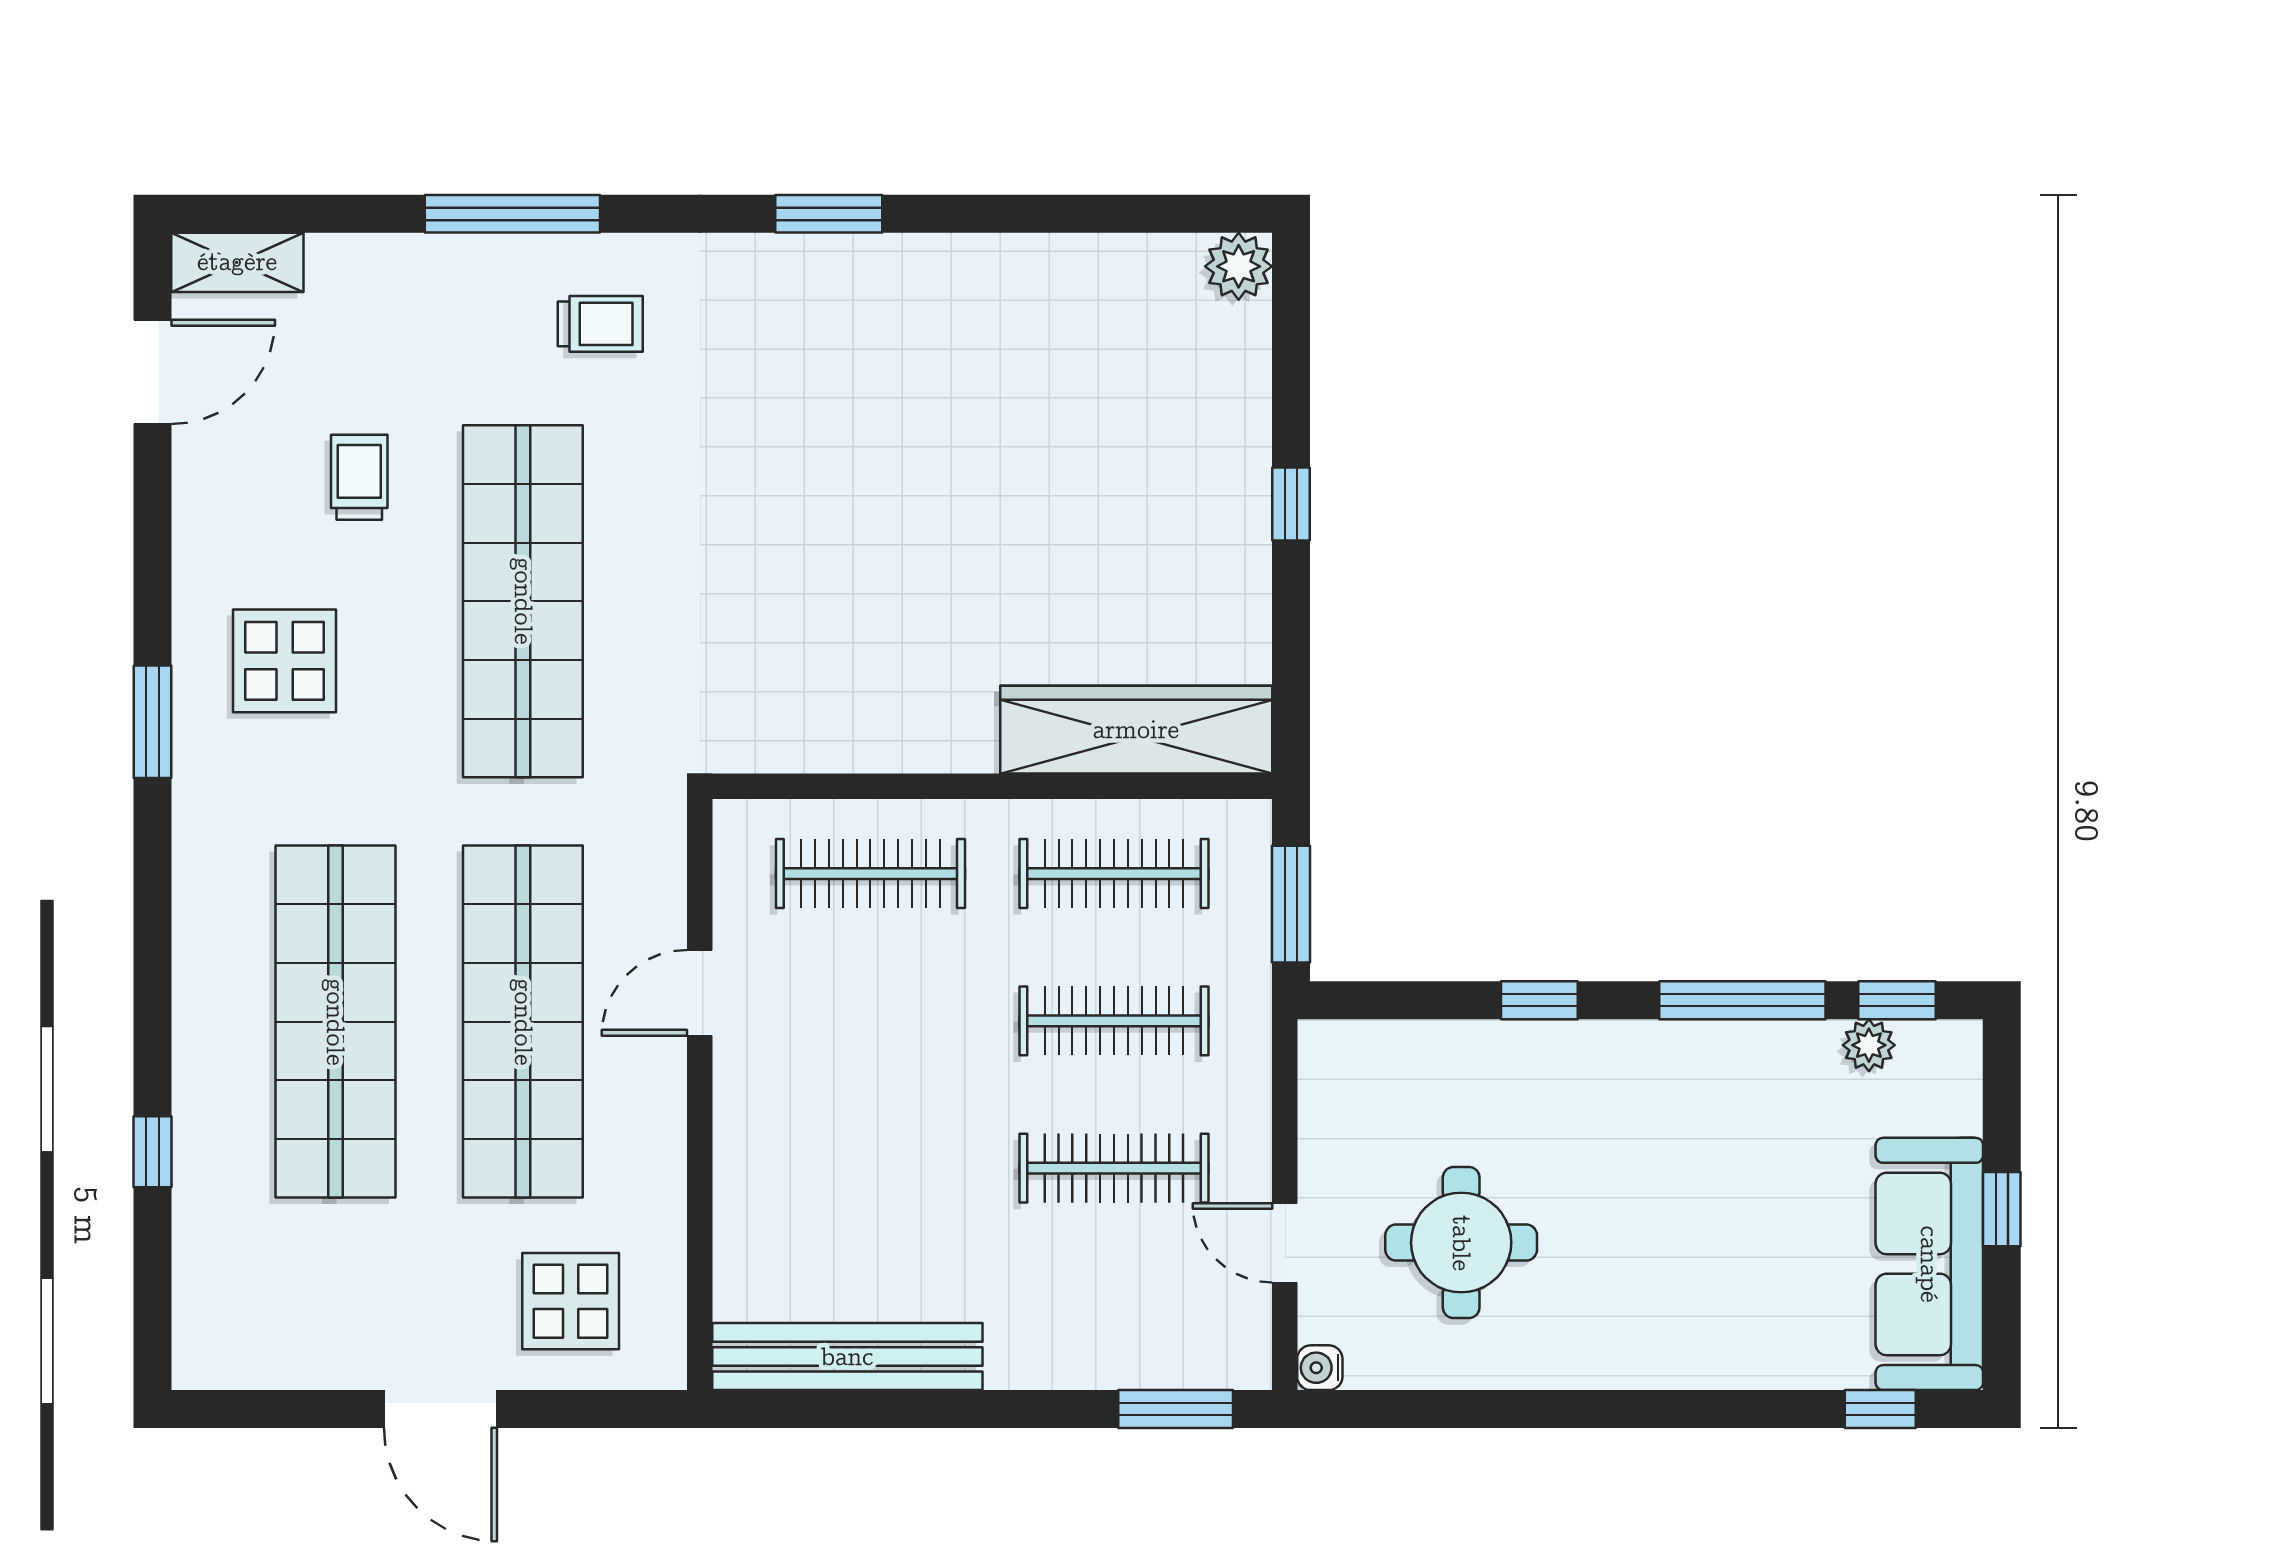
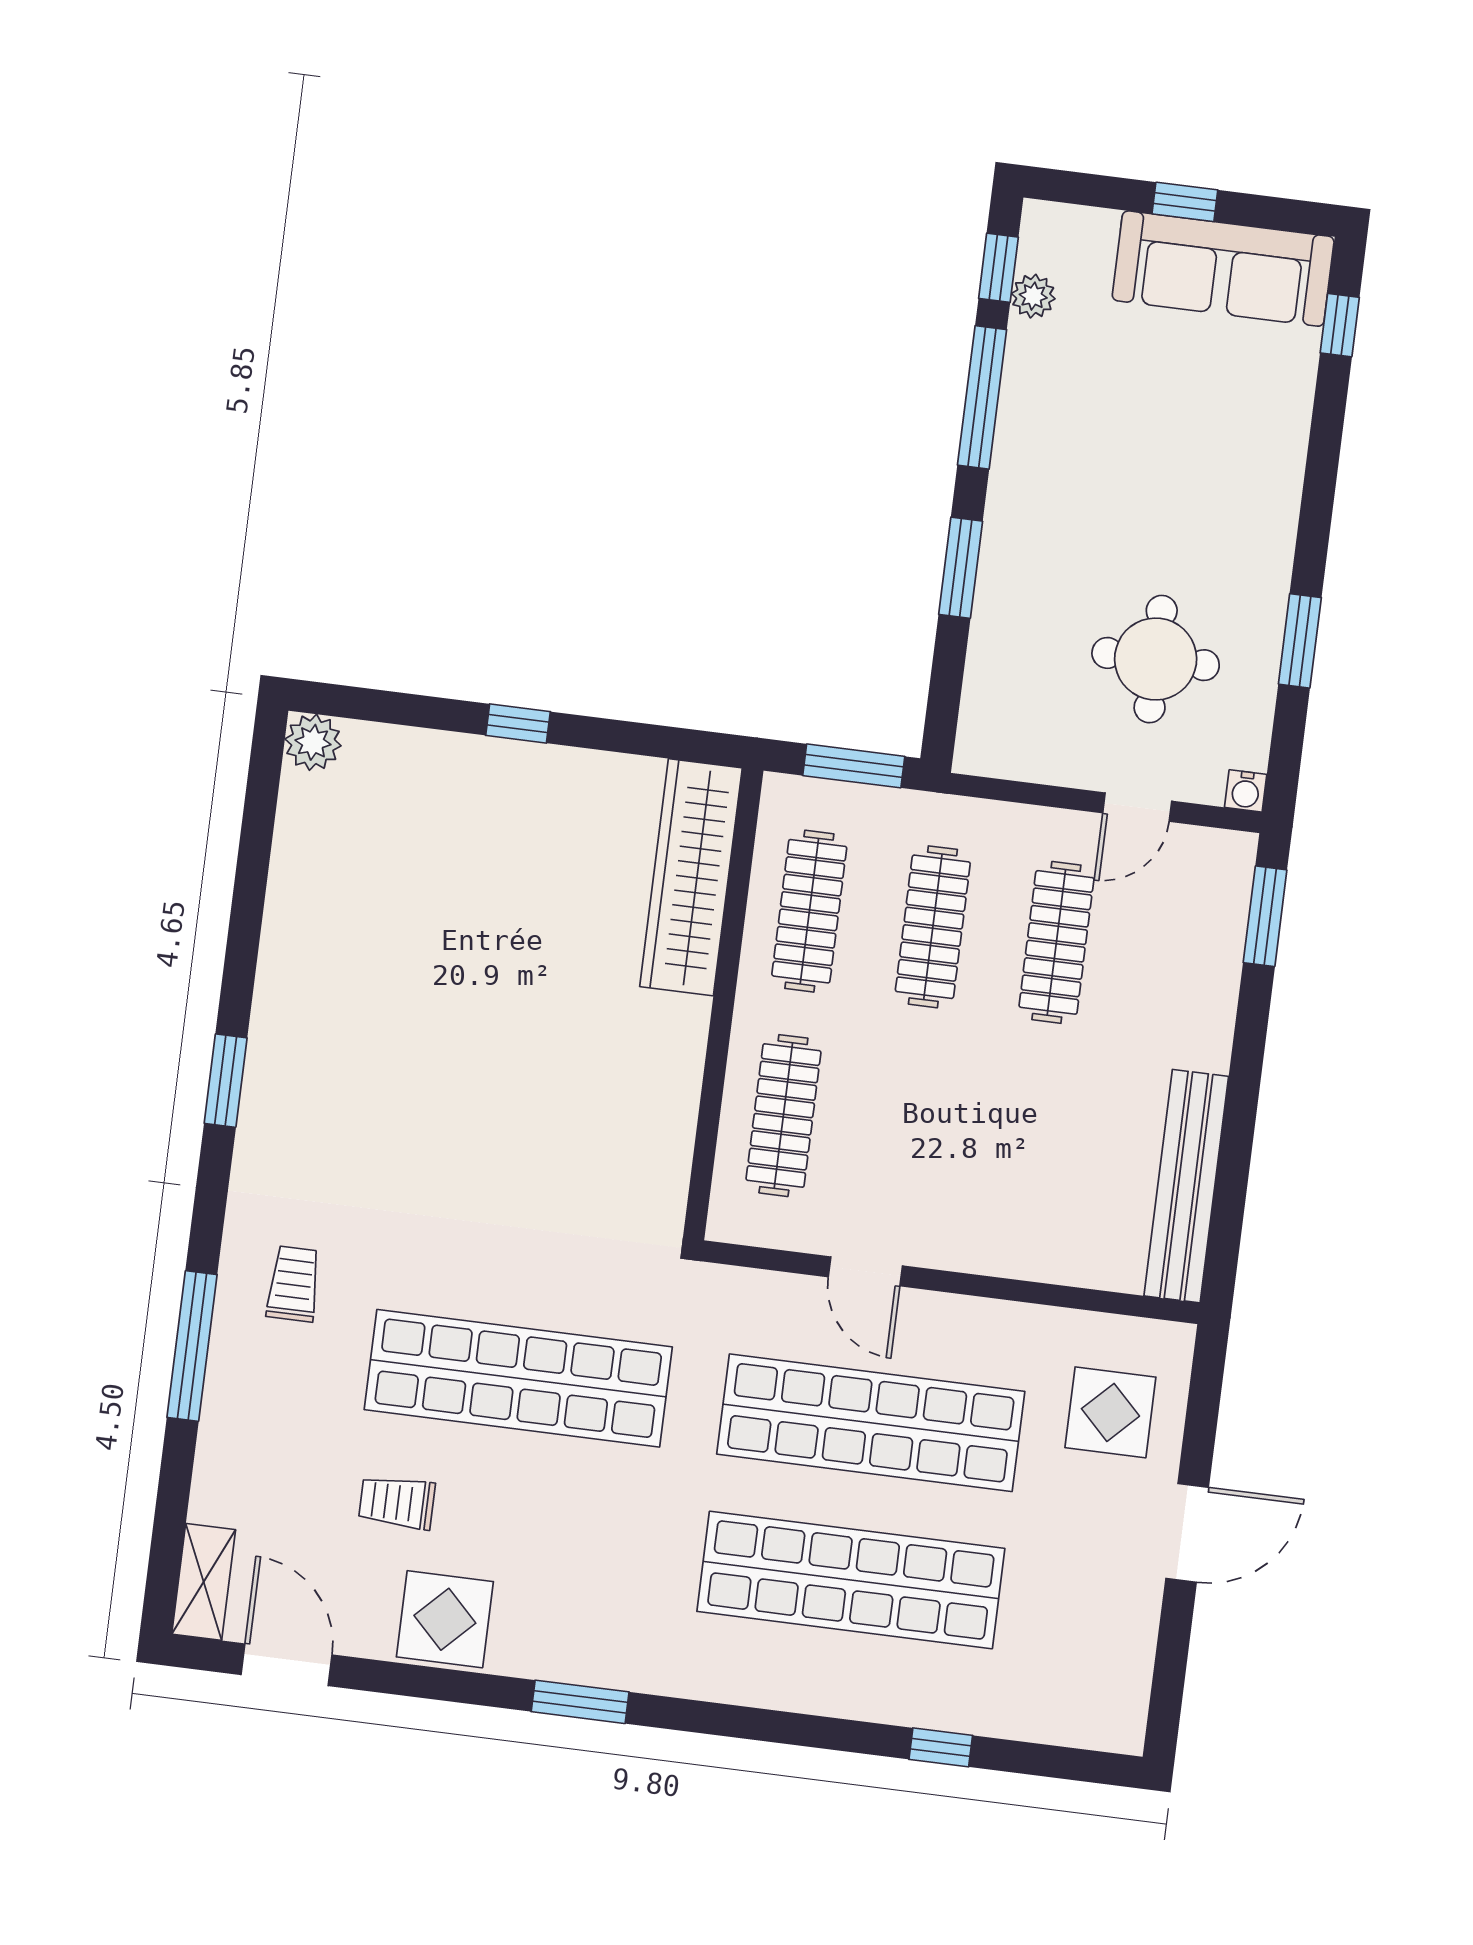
display table: (285, 661) -> (445, 1619), moved
window: (1539, 1000) -> (961, 568), width x1.50
window: (1504, 1409) -> (1300, 641), added

